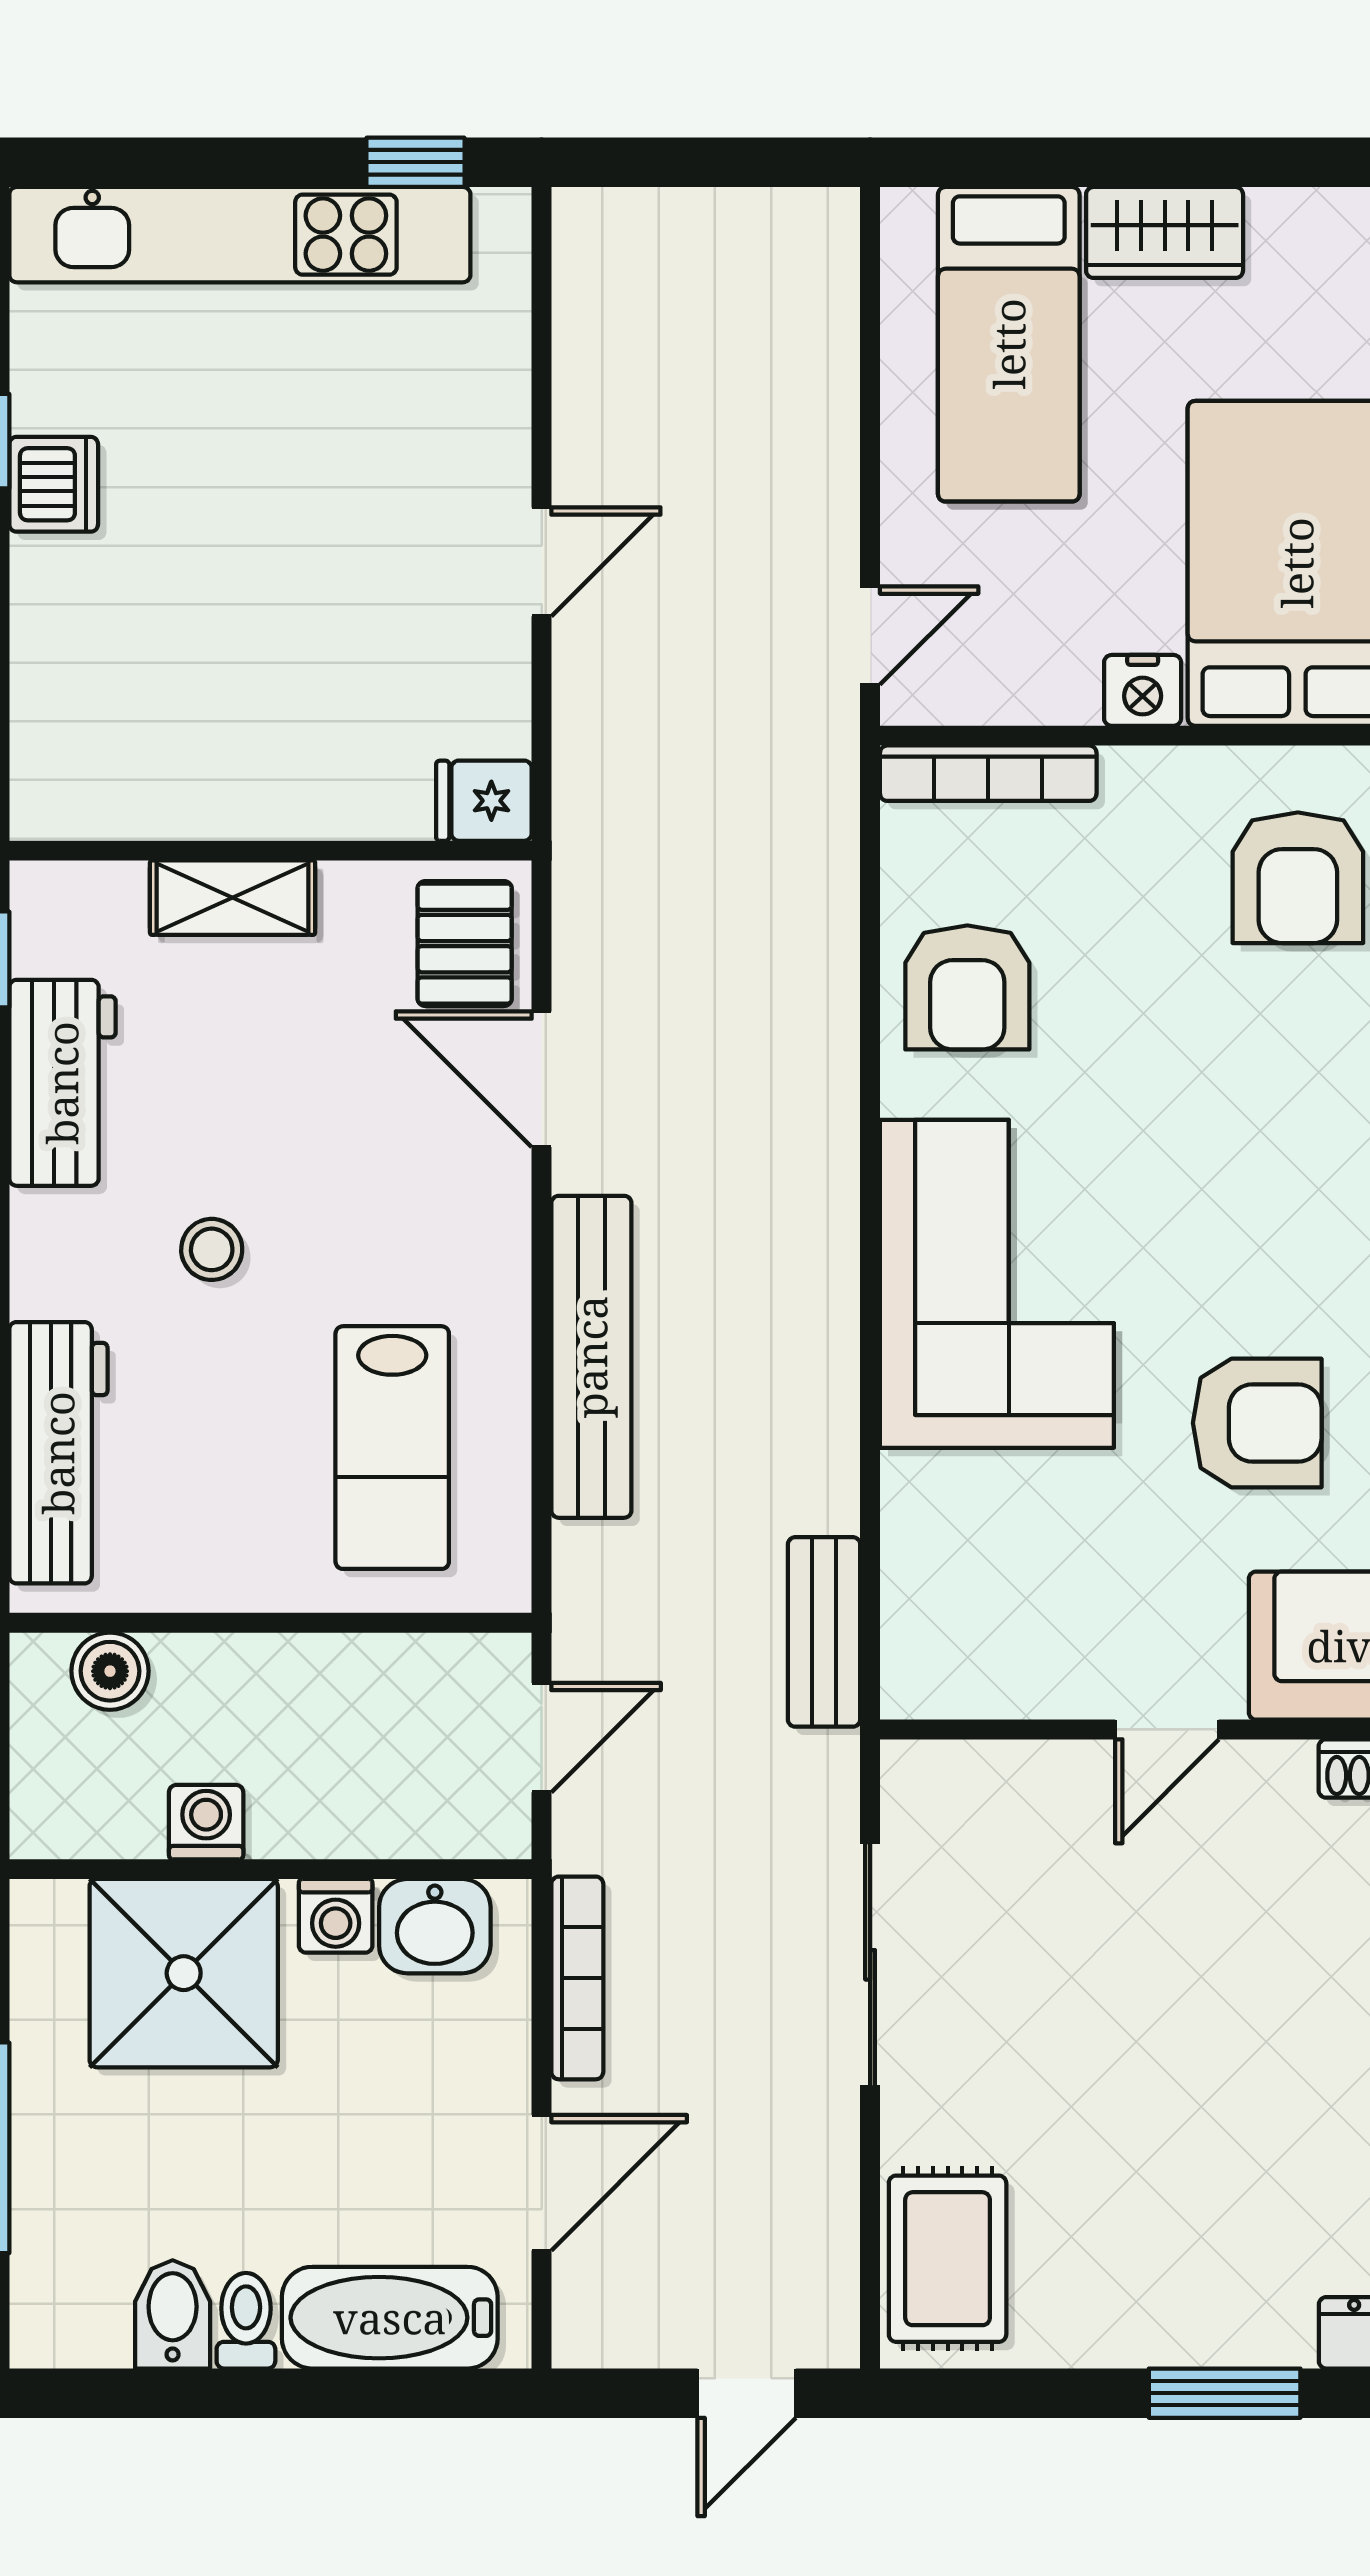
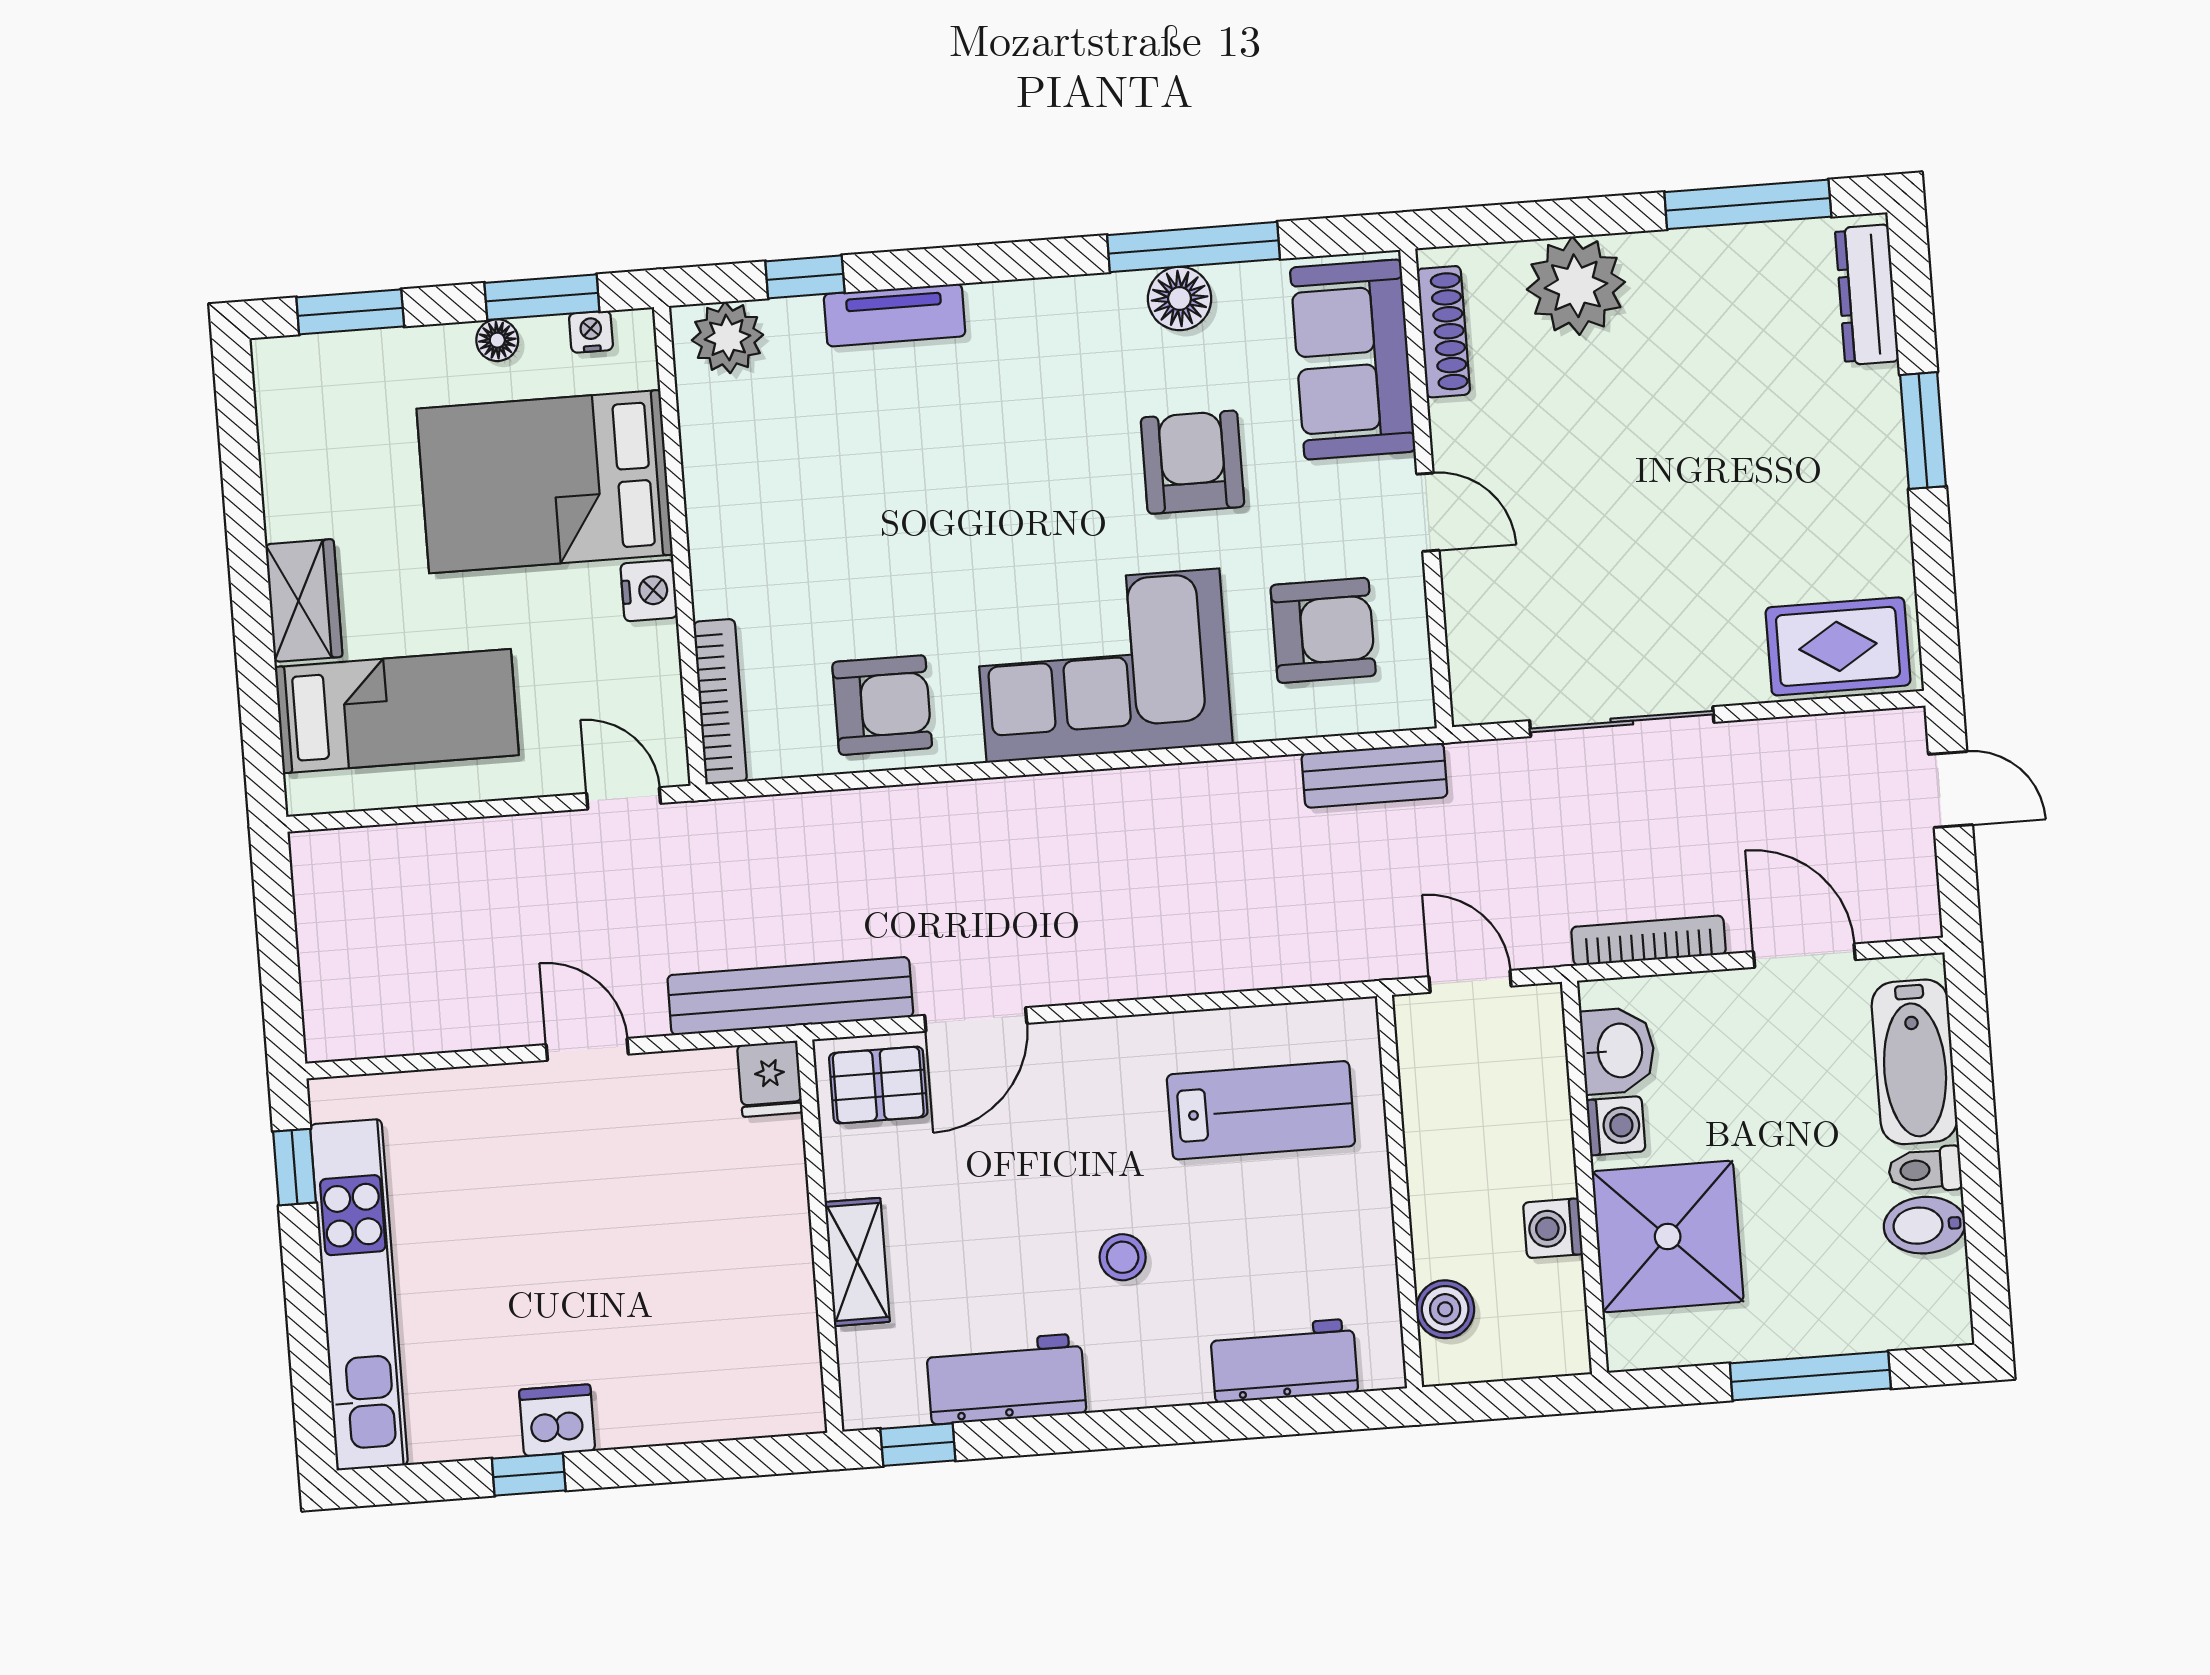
armchair: (1298, 878) -> (1323, 630), moved
bench: (591, 1357) -> (790, 996), moved
workbench: (58, 1453) -> (1284, 1361), width x0.73

